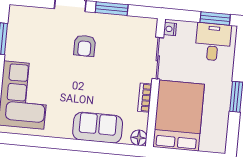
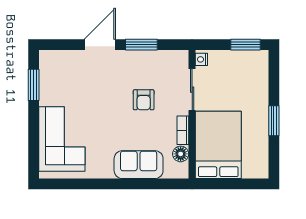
desk: (213, 42) -> (246, 68), removed
armchair: (85, 46) -> (144, 100), moved
floor lamp: (139, 138) -> (181, 154), moved

